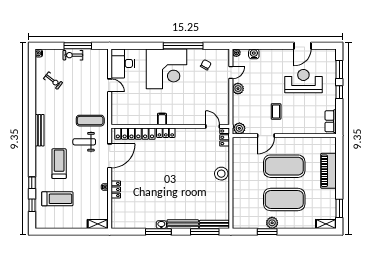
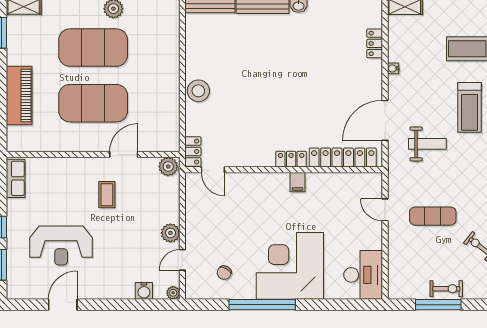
door: (110, 85) -> (385, 210), moved
exercise mat: (90, 121) -> (433, 216), moved
locker: (116, 189) -> (375, 43), moved

